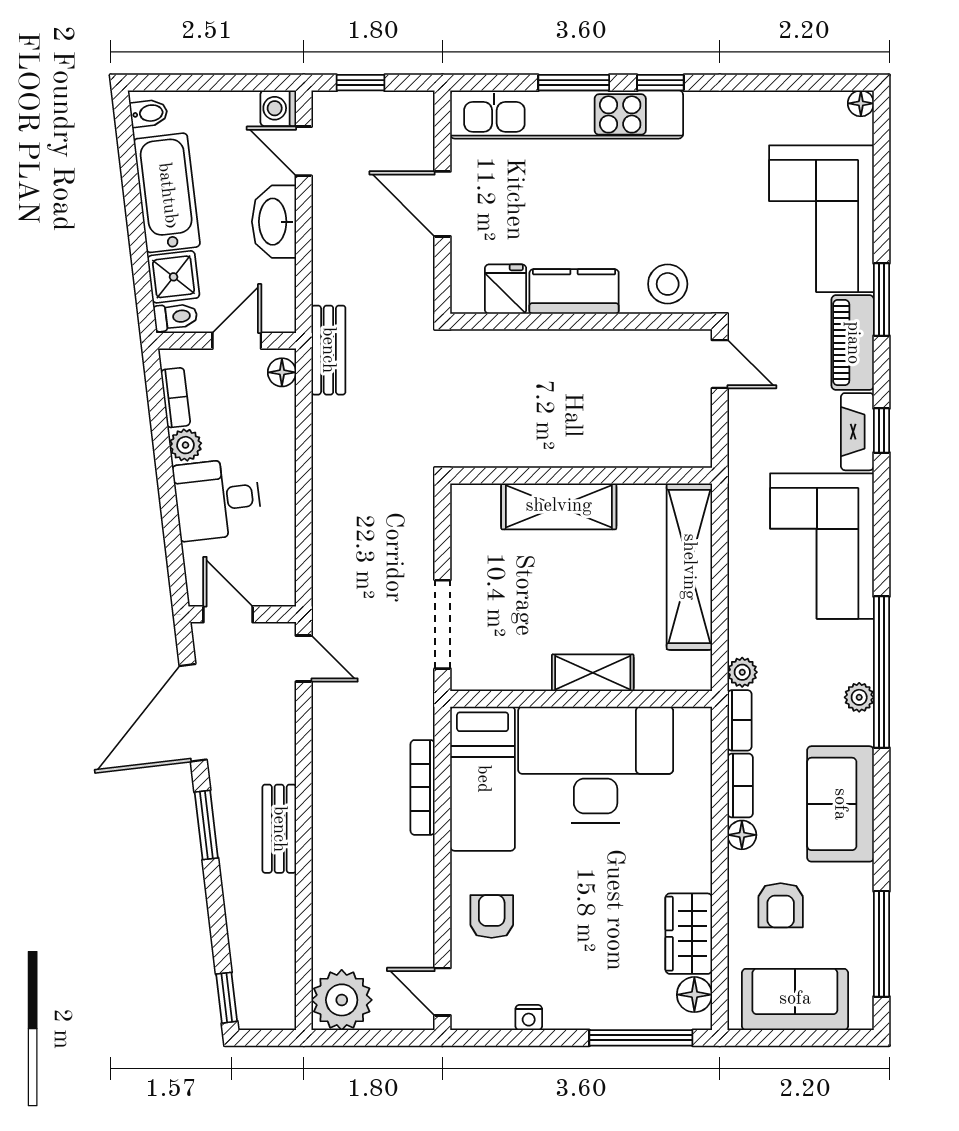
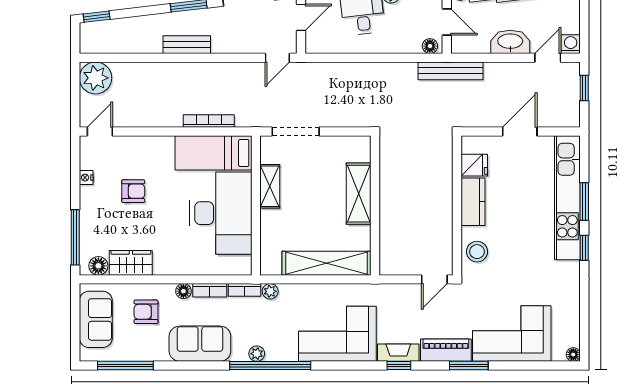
bench: (328, 350) -> (450, 71), width x1.36
shelving: (593, 673) -> (270, 186), moved
armchair: (492, 917) -> (133, 191), moved

